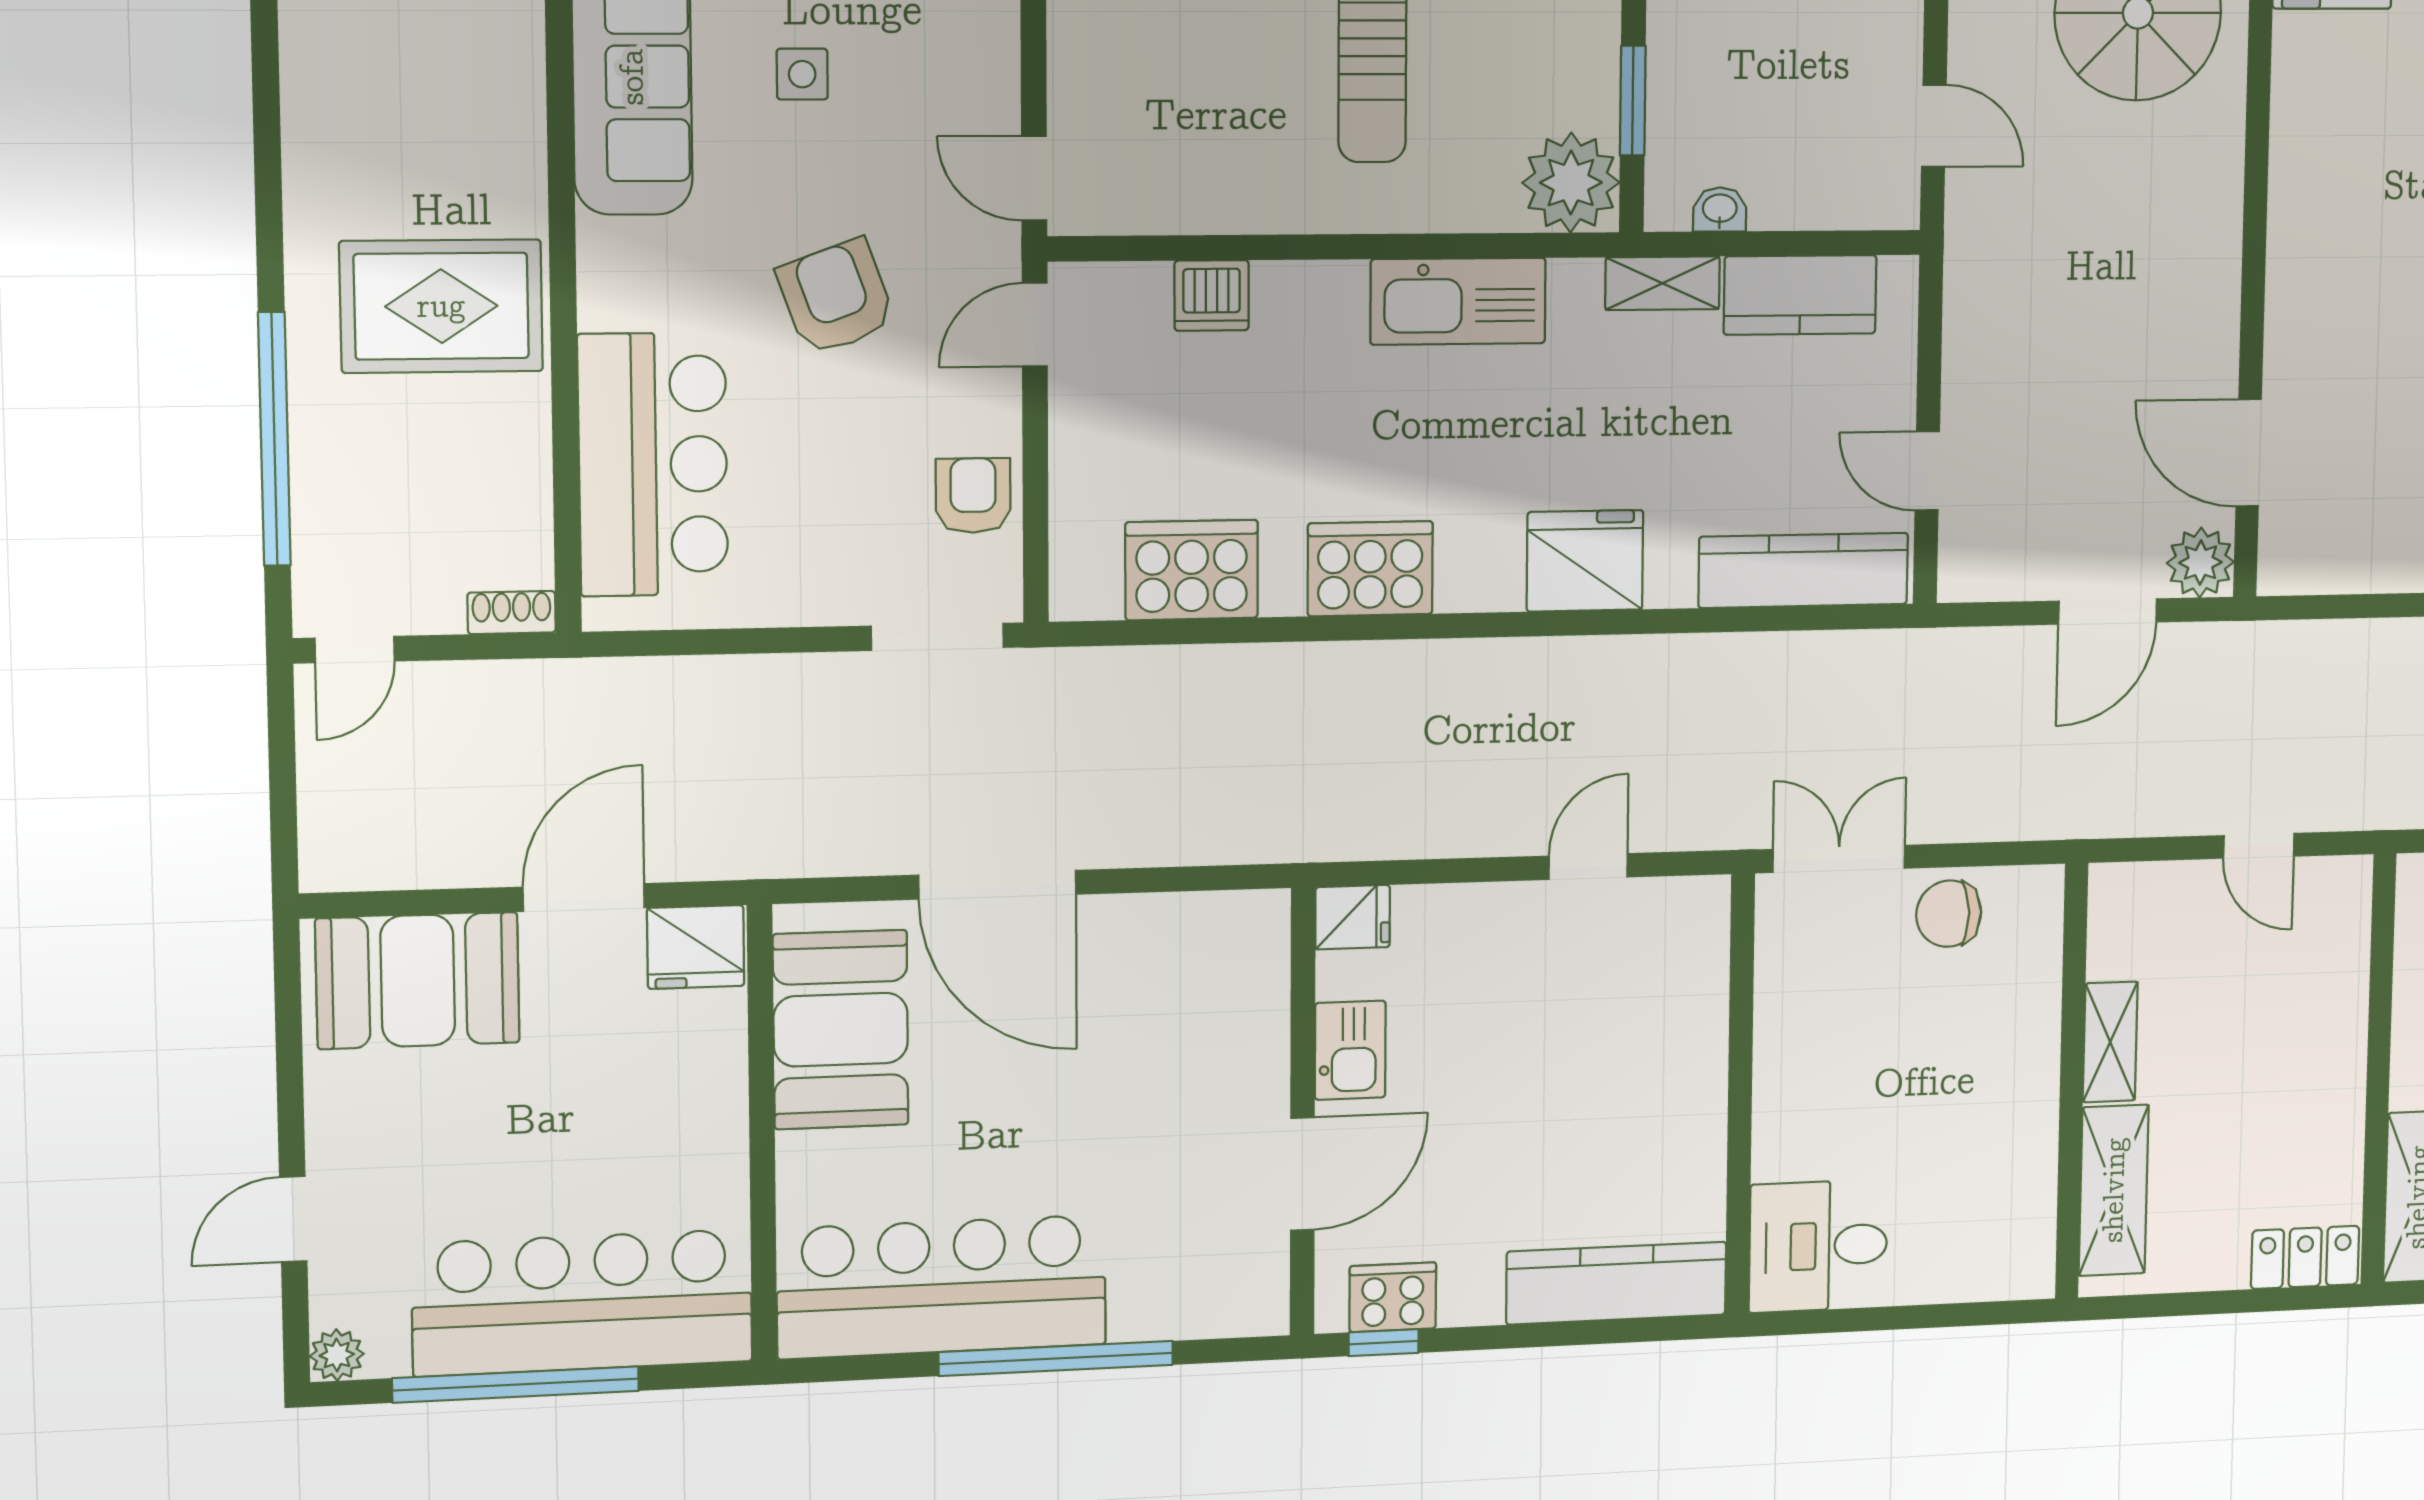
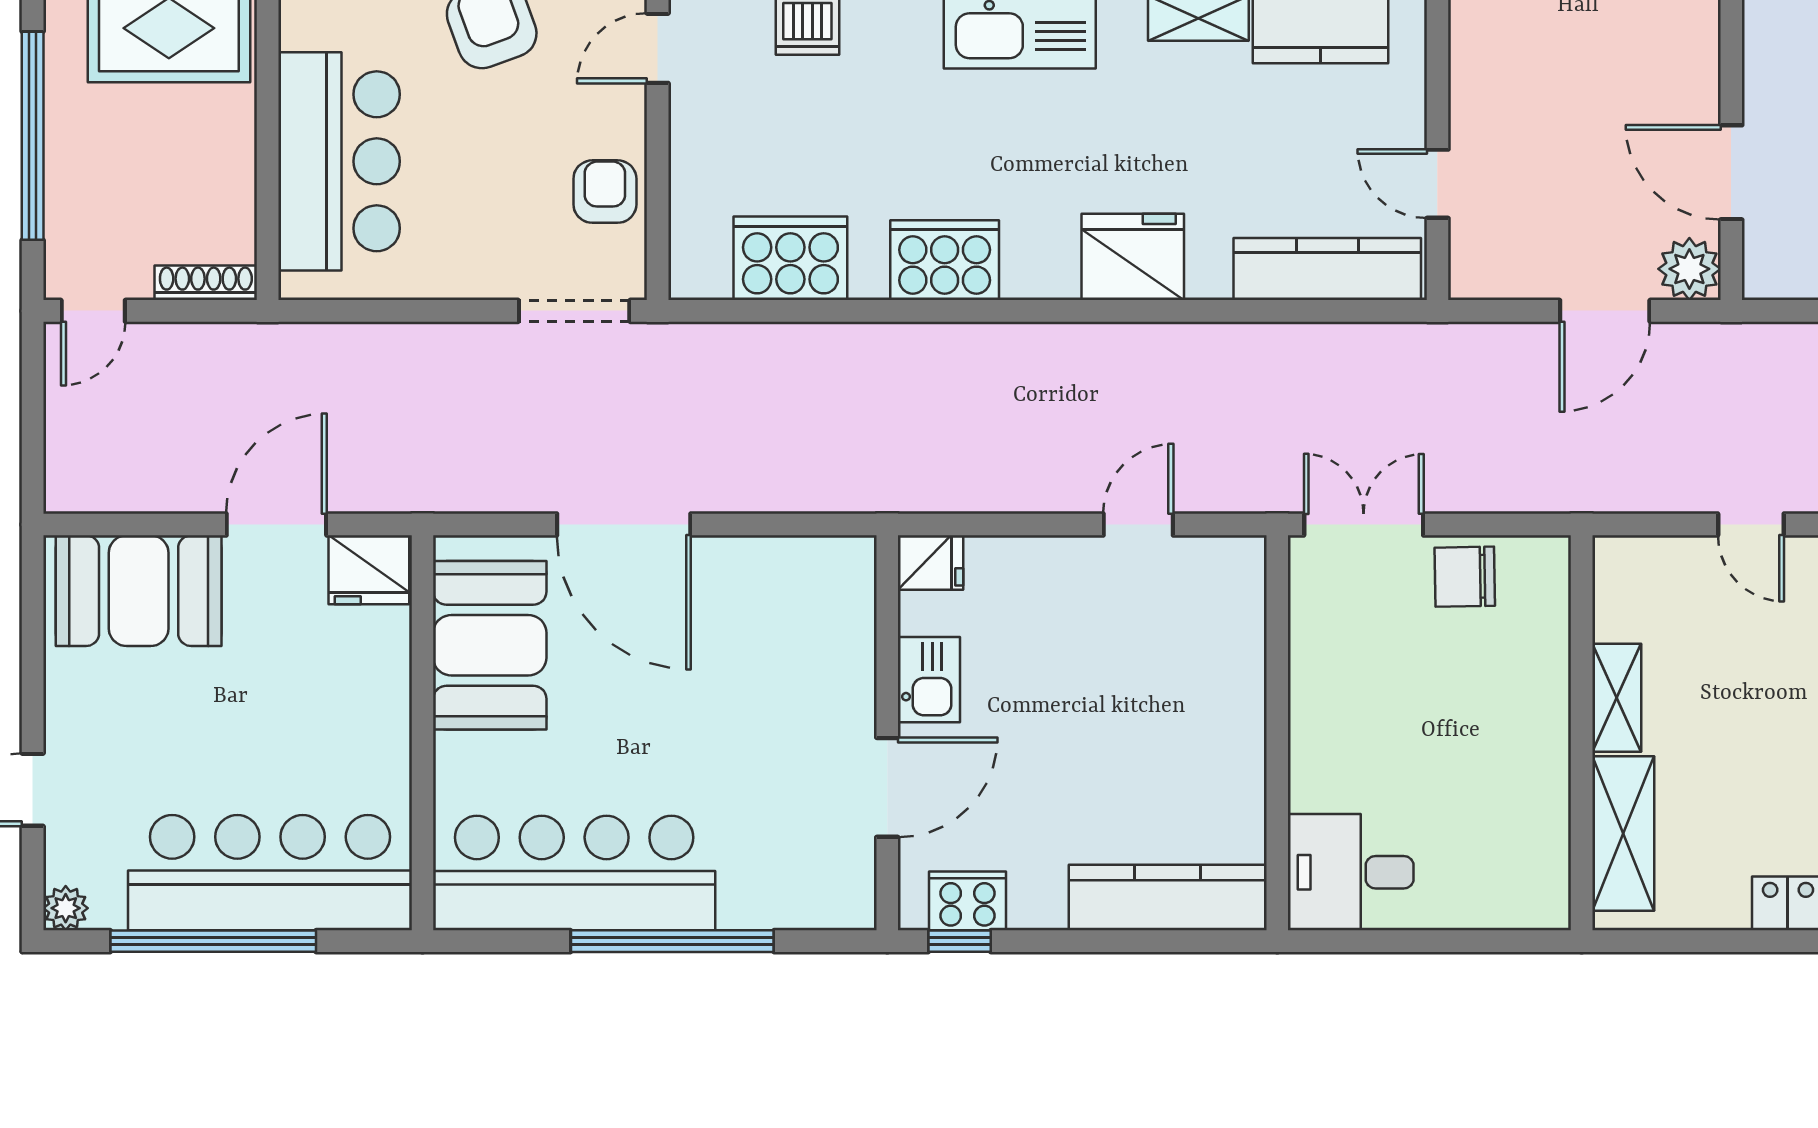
shoe rack: (512, 613) -> (206, 283), width x1.43

